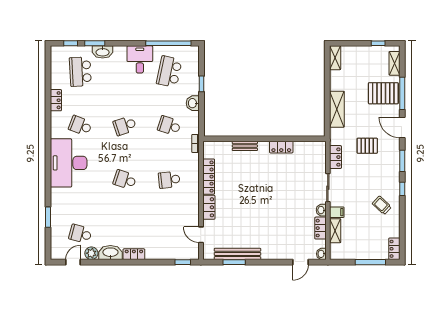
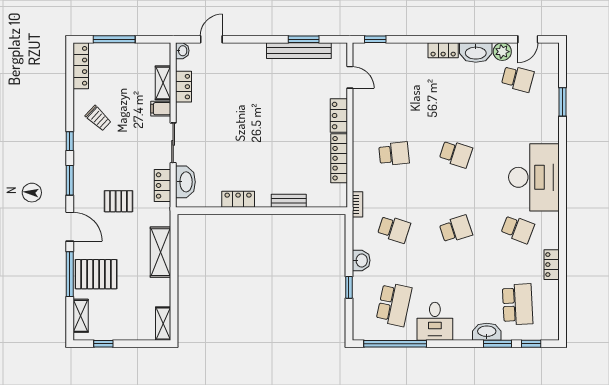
washbasin: (321, 210) -> (185, 182), moved, width x1.91, depth x1.45
locker: (394, 249) -> (81, 66), width x1.53

